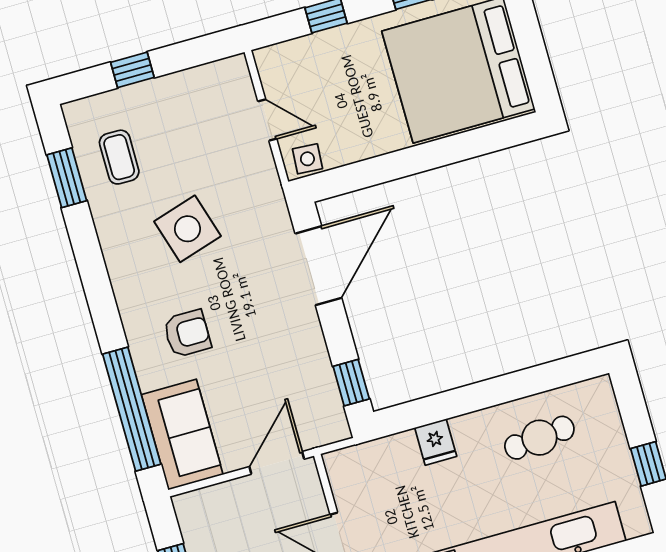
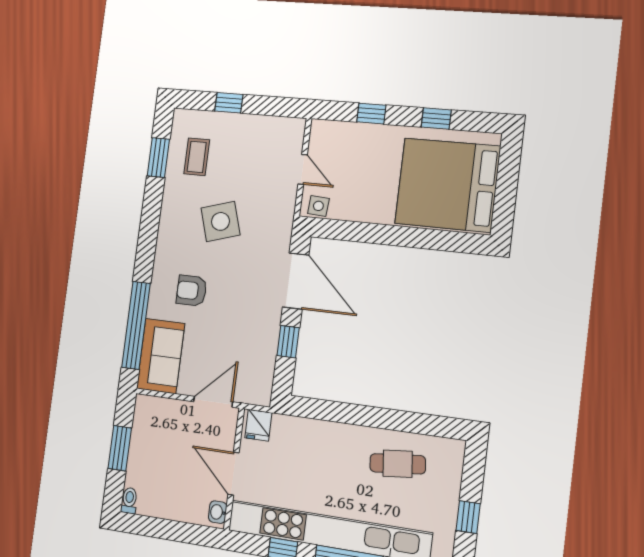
door: (318, 266) -> (296, 281), hinge flipped
armchair: (187, 333) -> (192, 291), turned 180
window: (351, 383) -> (288, 342), moved
fridge: (436, 442) -> (258, 425), moved

